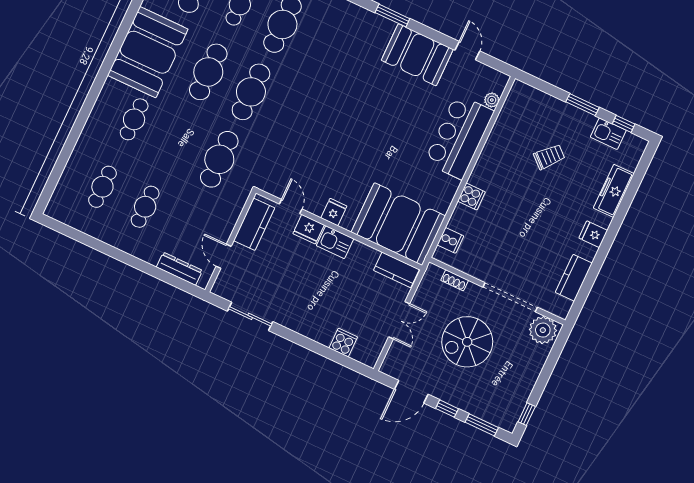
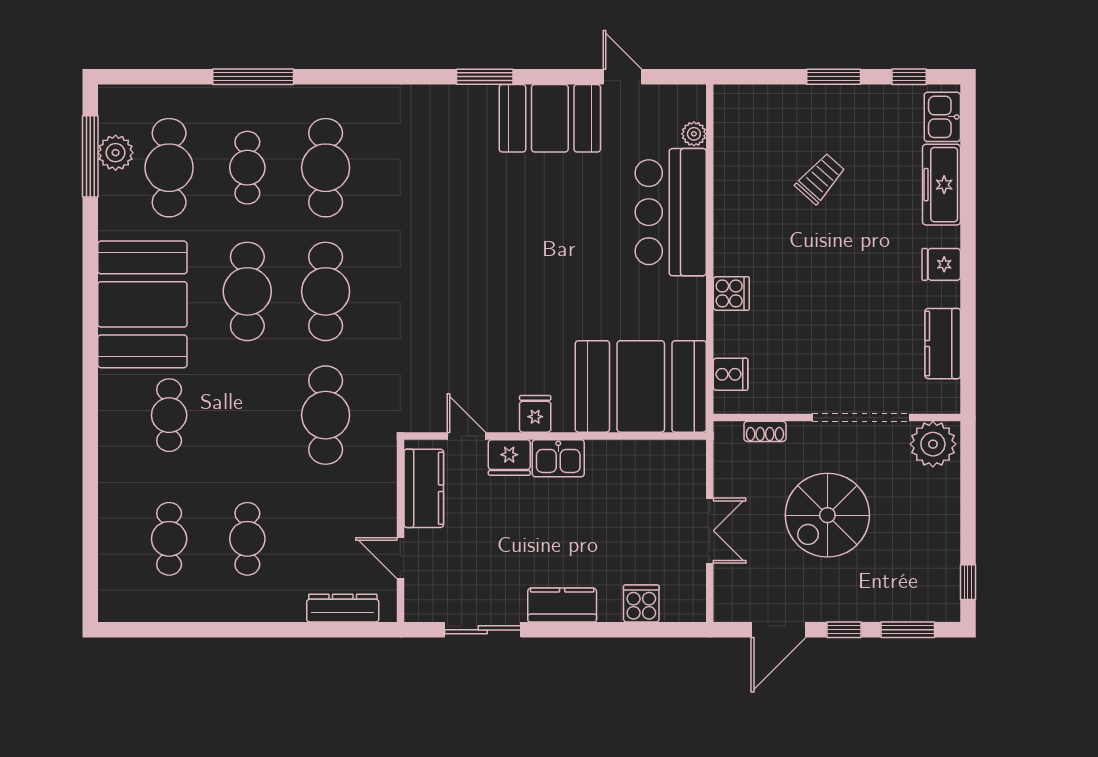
kitchen sink: (608, 134) -> (942, 117), moved, turned 90
kitchen counter: (396, 270) -> (562, 605), moved, turned 180

